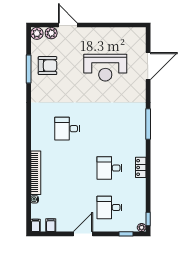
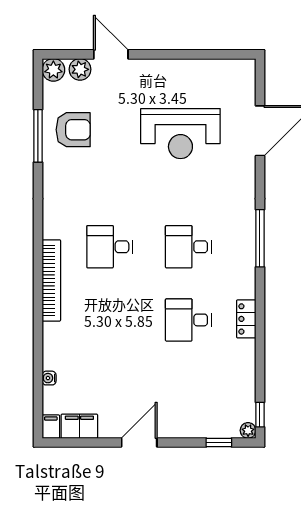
bookcase: (36, 173) -> (51, 280), moved
desk: (109, 207) -> (188, 247), moved
filing cabinet: (51, 225) -> (79, 426), width x2.00

